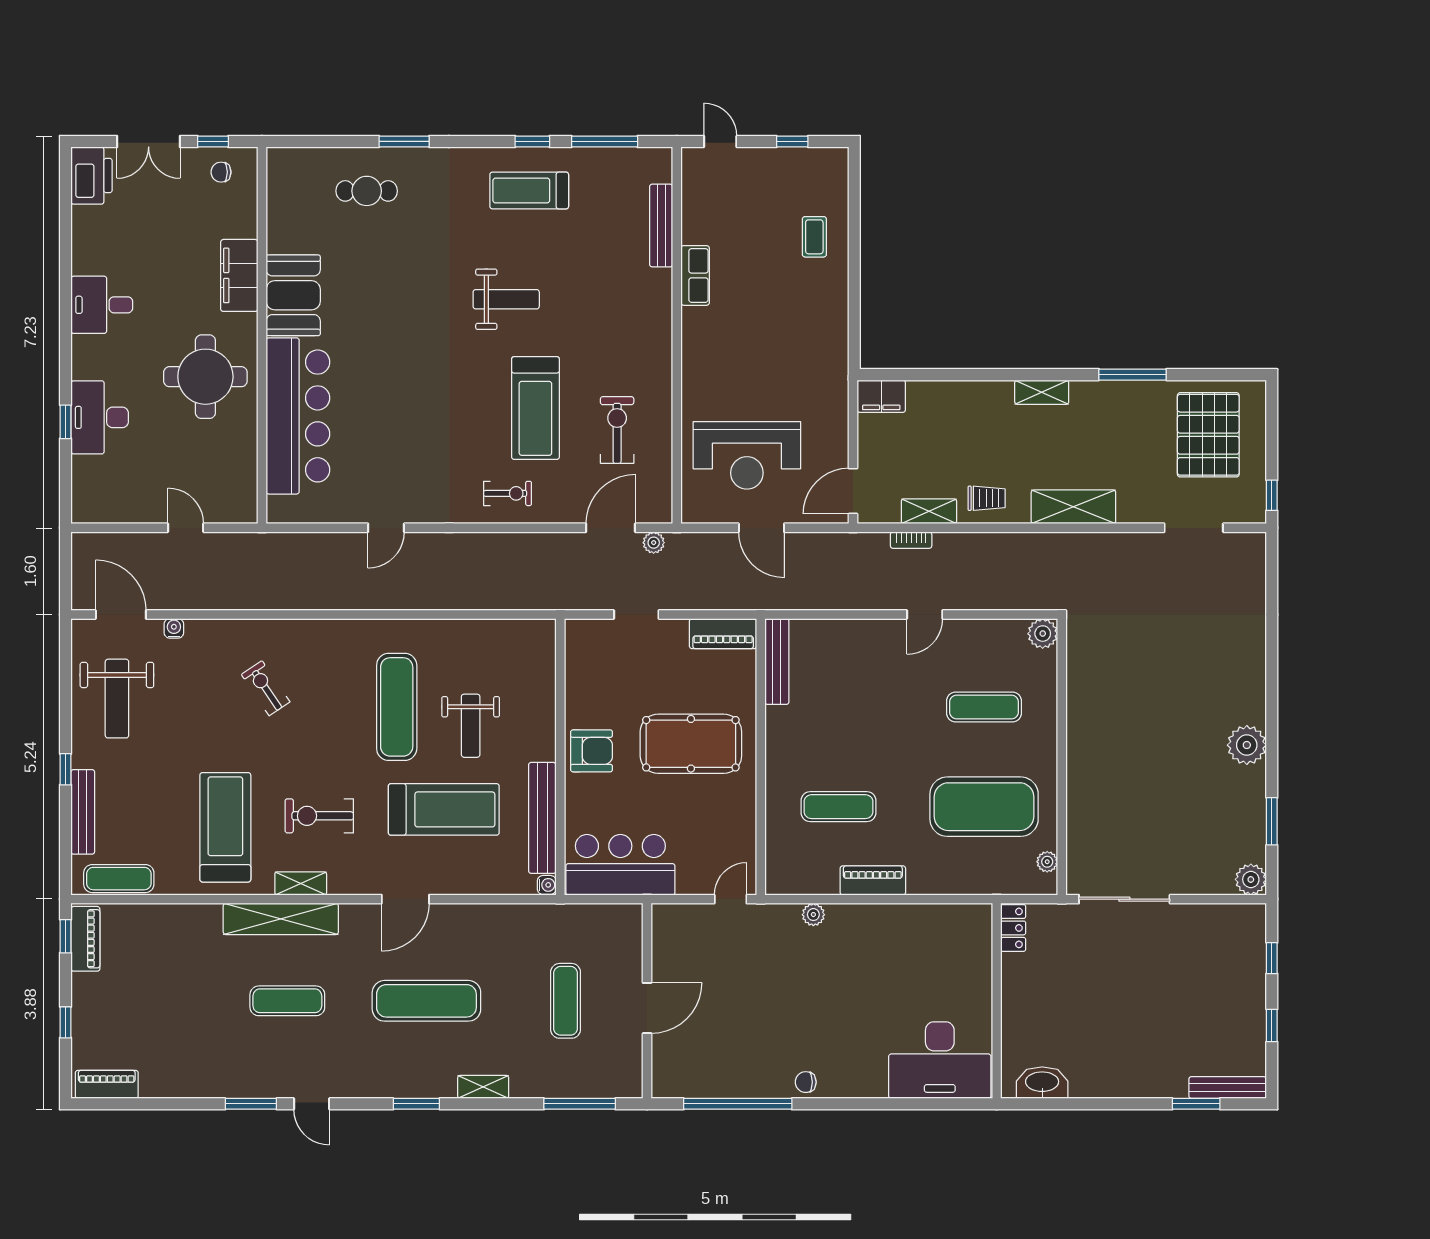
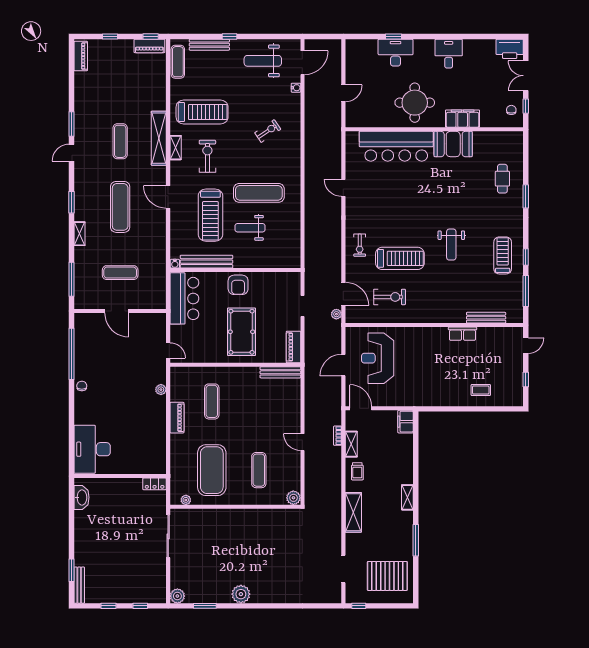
treadmill: (535, 408) -> (400, 258), turned 180

